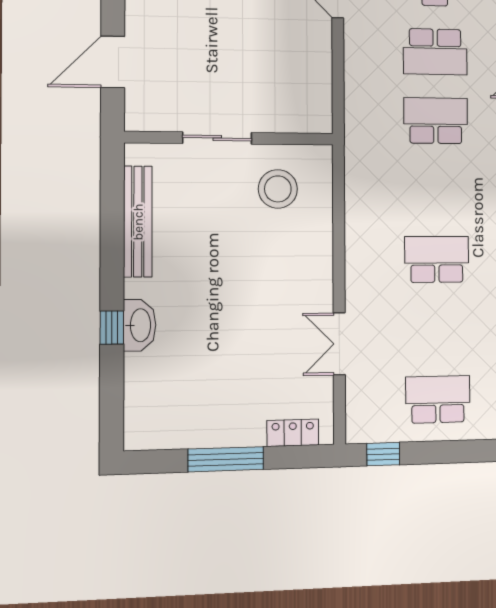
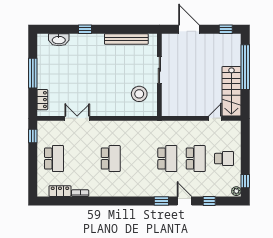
school desk: (435, 52) -> (196, 159), turned 180
washbasin: (140, 325) -> (59, 40), moved

